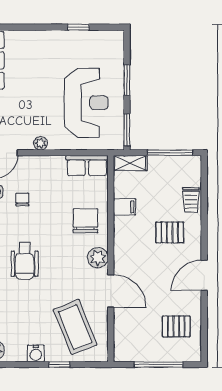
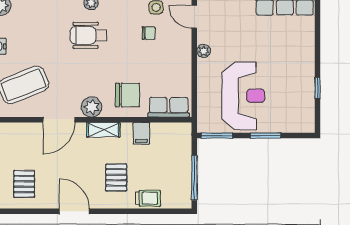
reception desk: (86, 103) -> (243, 96), turned -90
shelving: (130, 163) -> (103, 130), moved, turned 90
row of seats: (87, 166) -> (169, 107), moved, turned 90
trolley: (191, 200) -> (148, 198), turned 180

